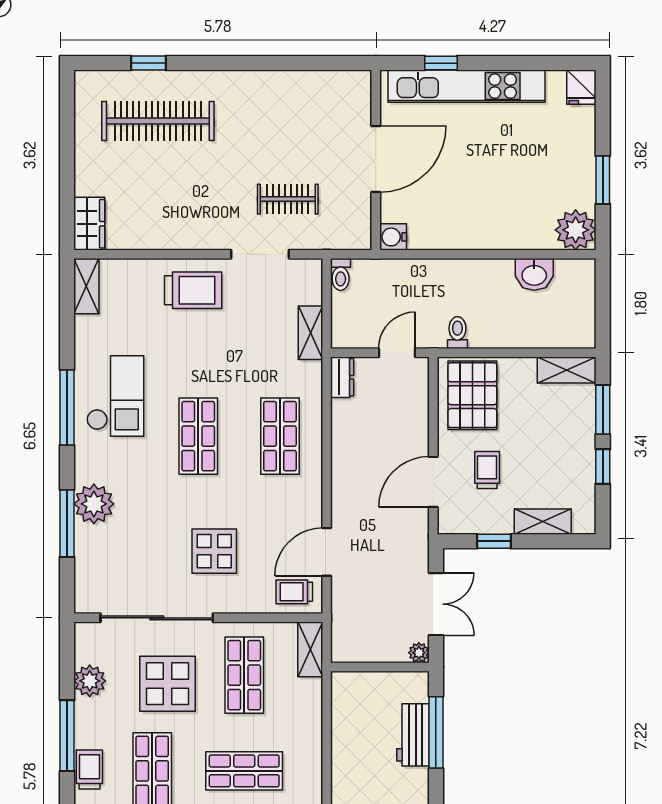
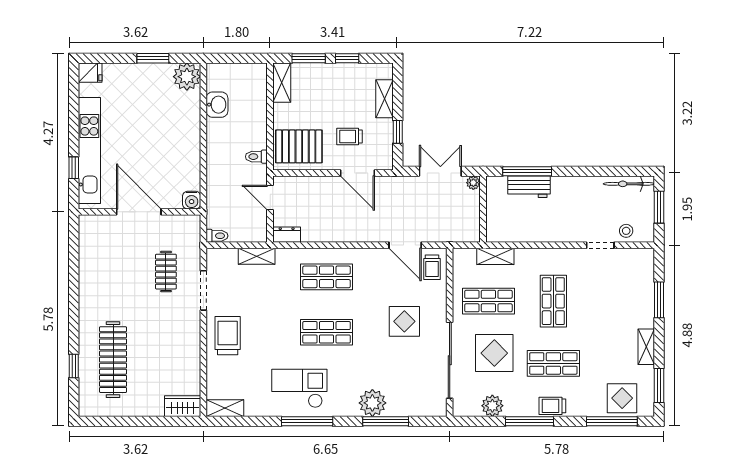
shelving: (310, 649) -> (495, 256), moved

